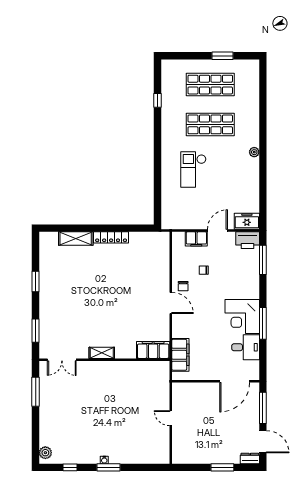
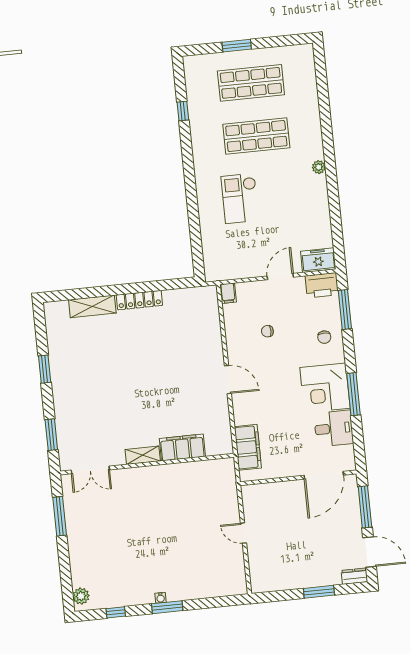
window: (223, 56) -> (237, 46), moved
filing cabinet: (196, 239) -> (228, 293), moved, width x0.50
chair: (183, 286) -> (324, 337), moved
filing cabinet: (153, 350) -> (182, 447), moved

